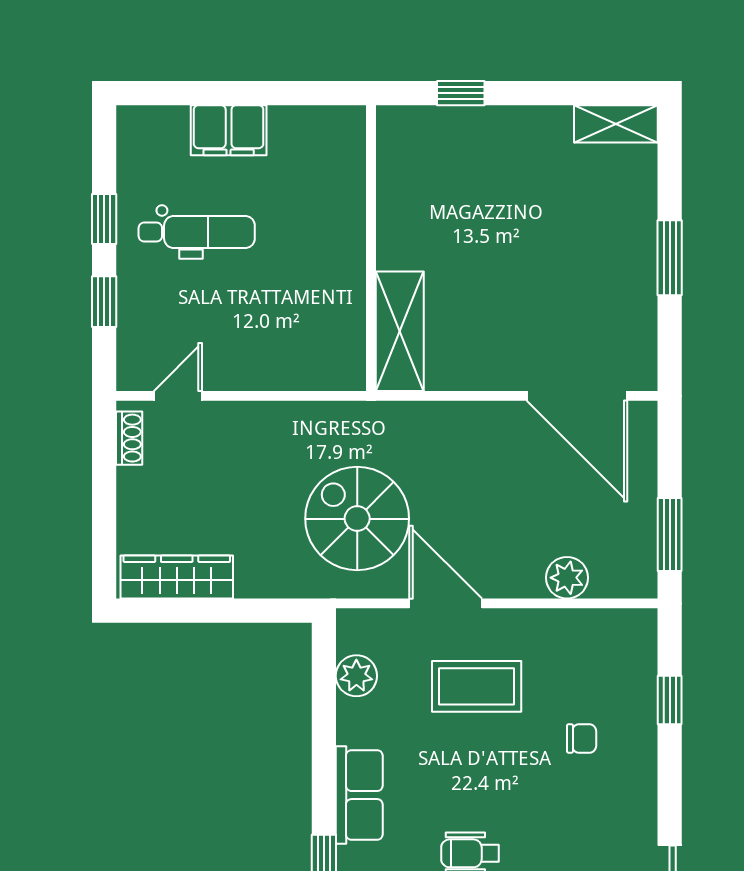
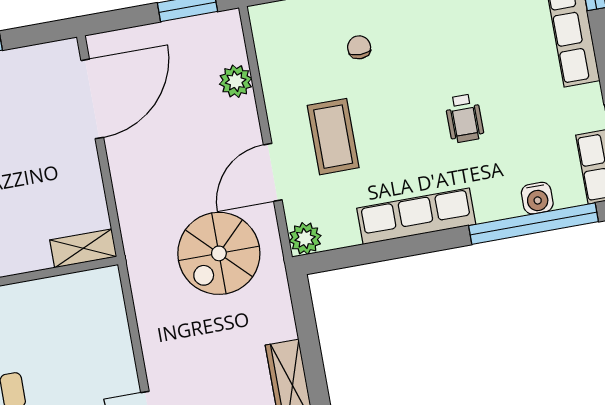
shelving: (400, 331) -> (83, 248), width x0.67, depth x0.75
plant: (356, 676) -> (305, 238), moved
row of seats: (359, 795) -> (416, 216), width x1.48

